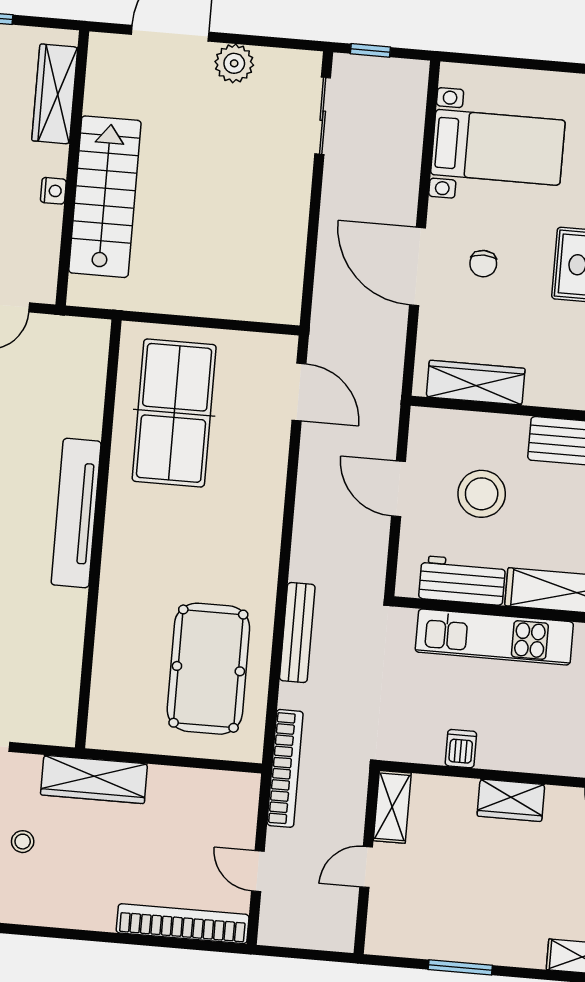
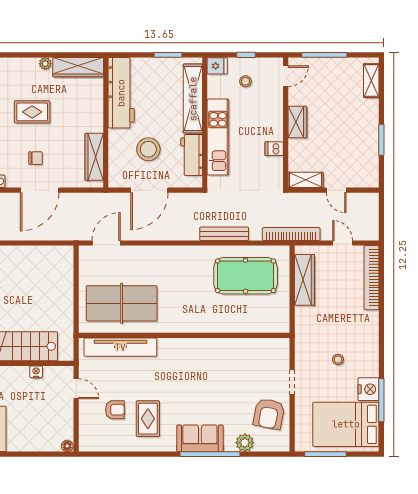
nightstand: (53, 191) -> (36, 372), moved
door: (398, 489) -> (149, 190), width x1.36
tv unit: (76, 513) -> (120, 347), moved
wardrobe: (94, 779) -> (305, 280), moved
door: (258, 871) -> (343, 243), swing flipped

